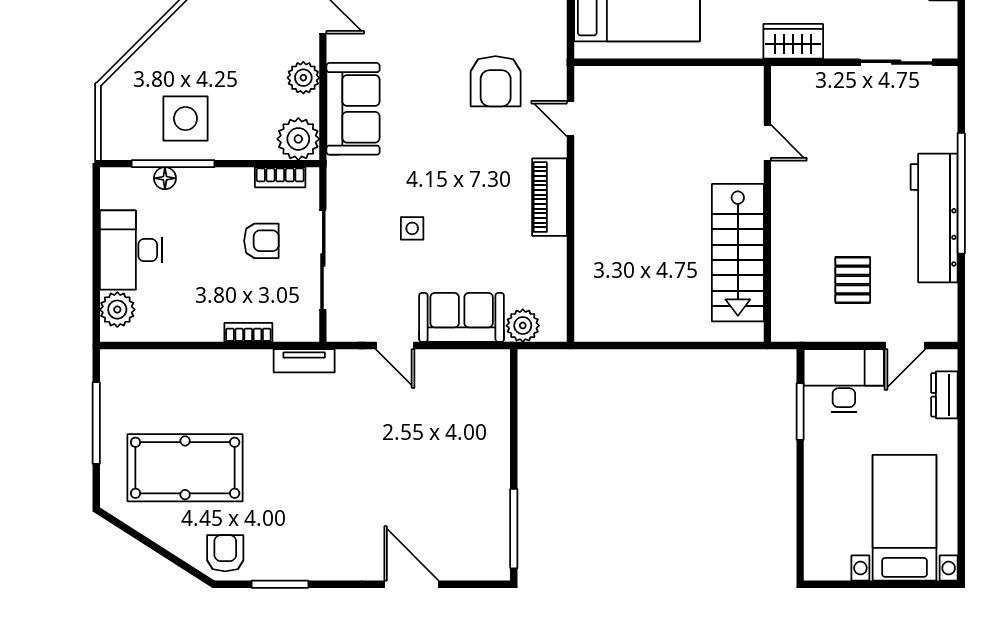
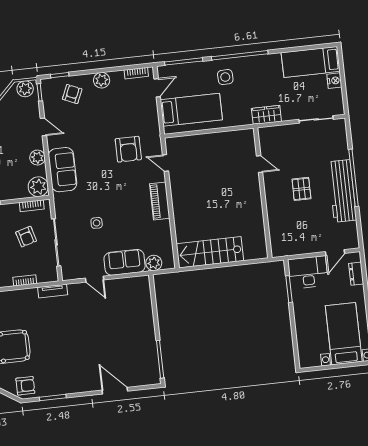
armchair: (261, 241) -> (26, 237), turned 74
stairs: (738, 253) -> (210, 252), moved, turned 90
pallet: (853, 280) -> (301, 189), moved
armchair: (225, 553) -> (25, 386), turned 90

